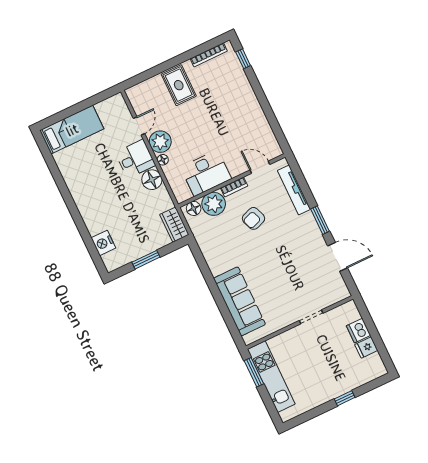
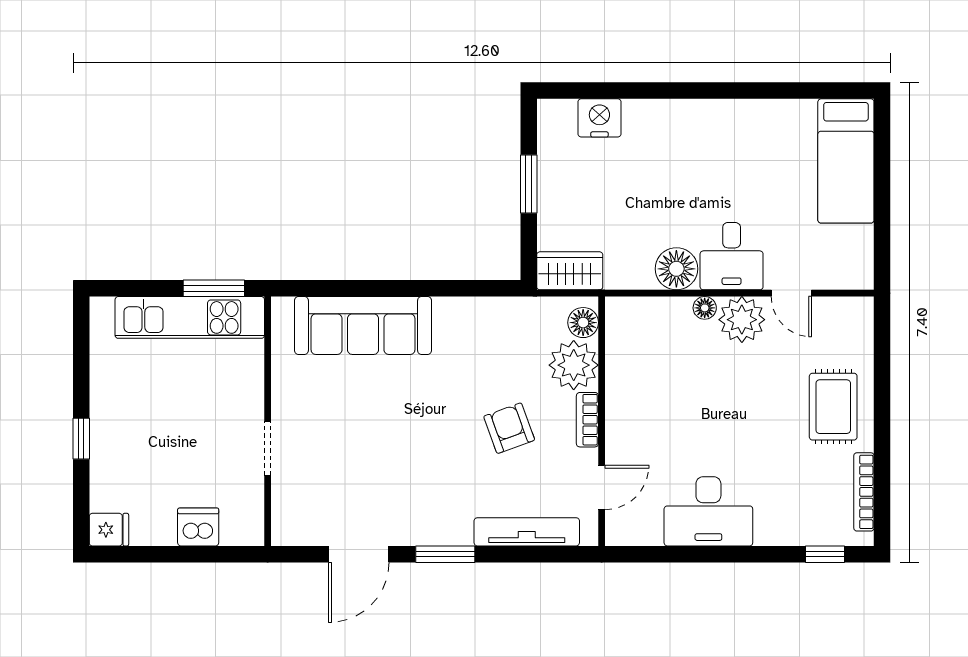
rug: (179, 85) -> (833, 407), turned 90
desk: (206, 173) -> (708, 511), moved, turned -90
fridge: (366, 347) -> (109, 530), moved, turned 90

